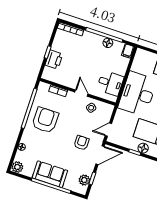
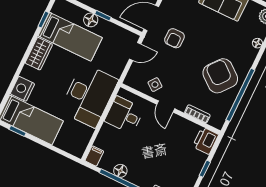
printer: (54, 60) -> (206, 141), moved
armchair: (45, 120) -> (220, 76), turned 129

